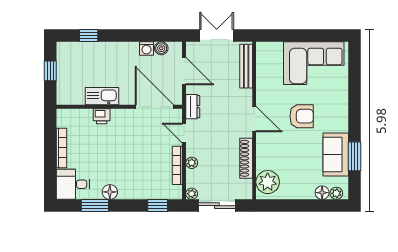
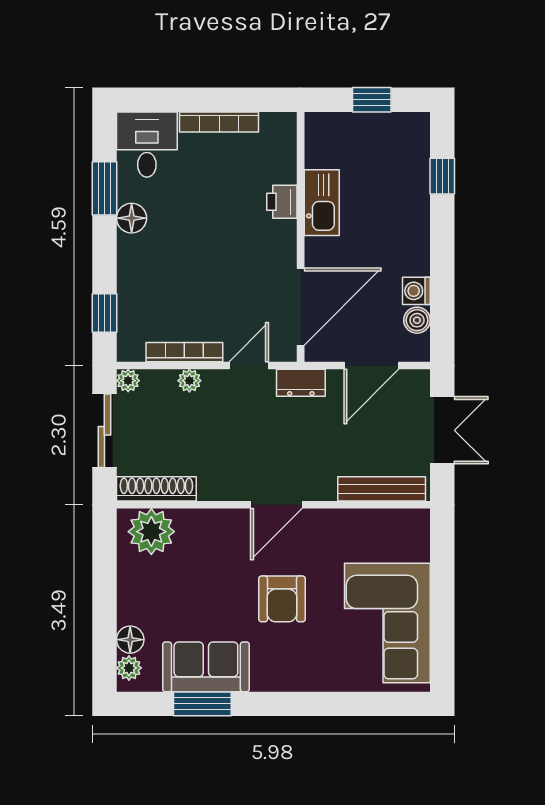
shoe rack: (246, 158) -> (156, 489), moved

